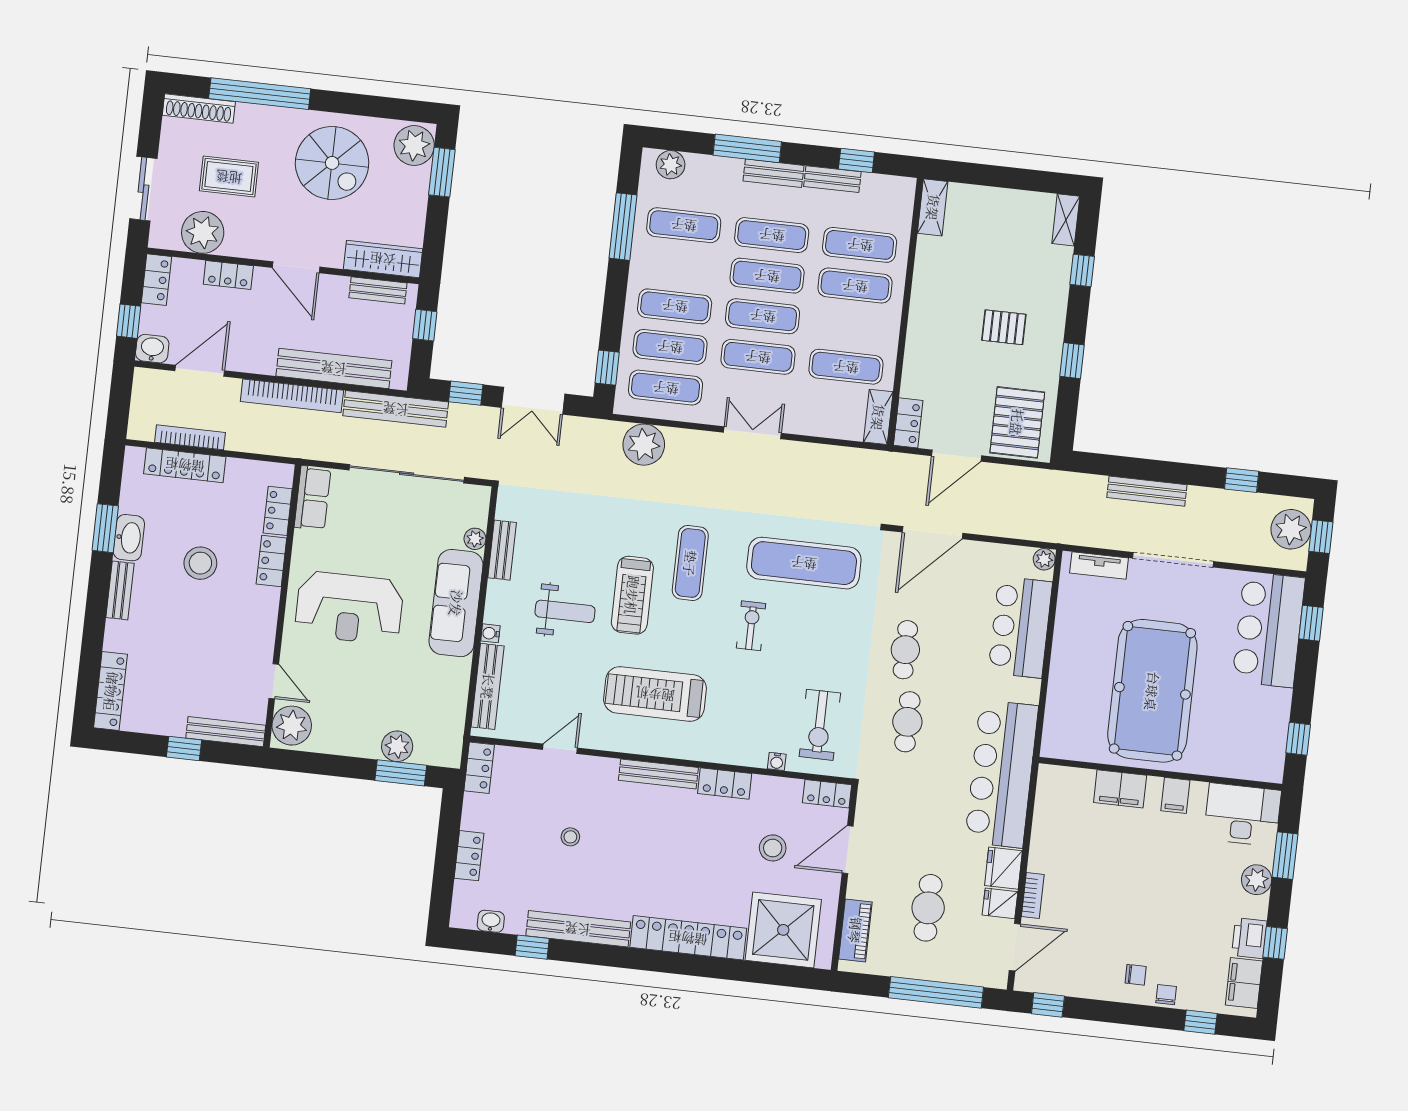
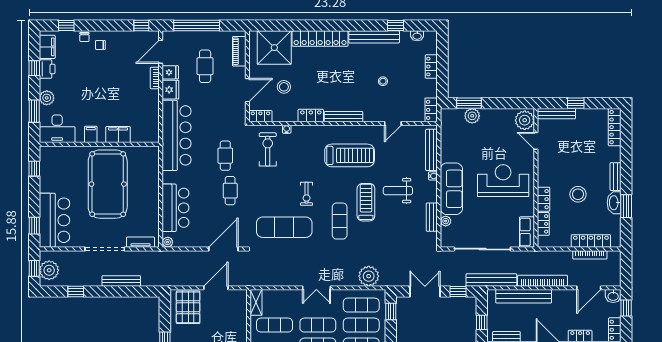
locker: (908, 423) -> (241, 301), removed

